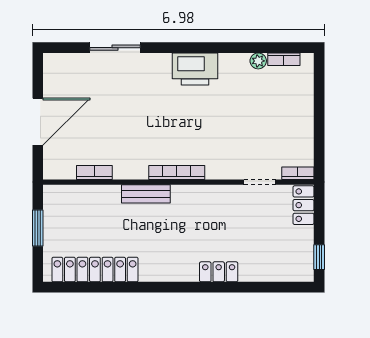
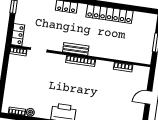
door: (38, 122) -> (148, 97), width x0.53
bench: (146, 194) -> (76, 49), moved
locker: (95, 270) -> (109, 14), moved

